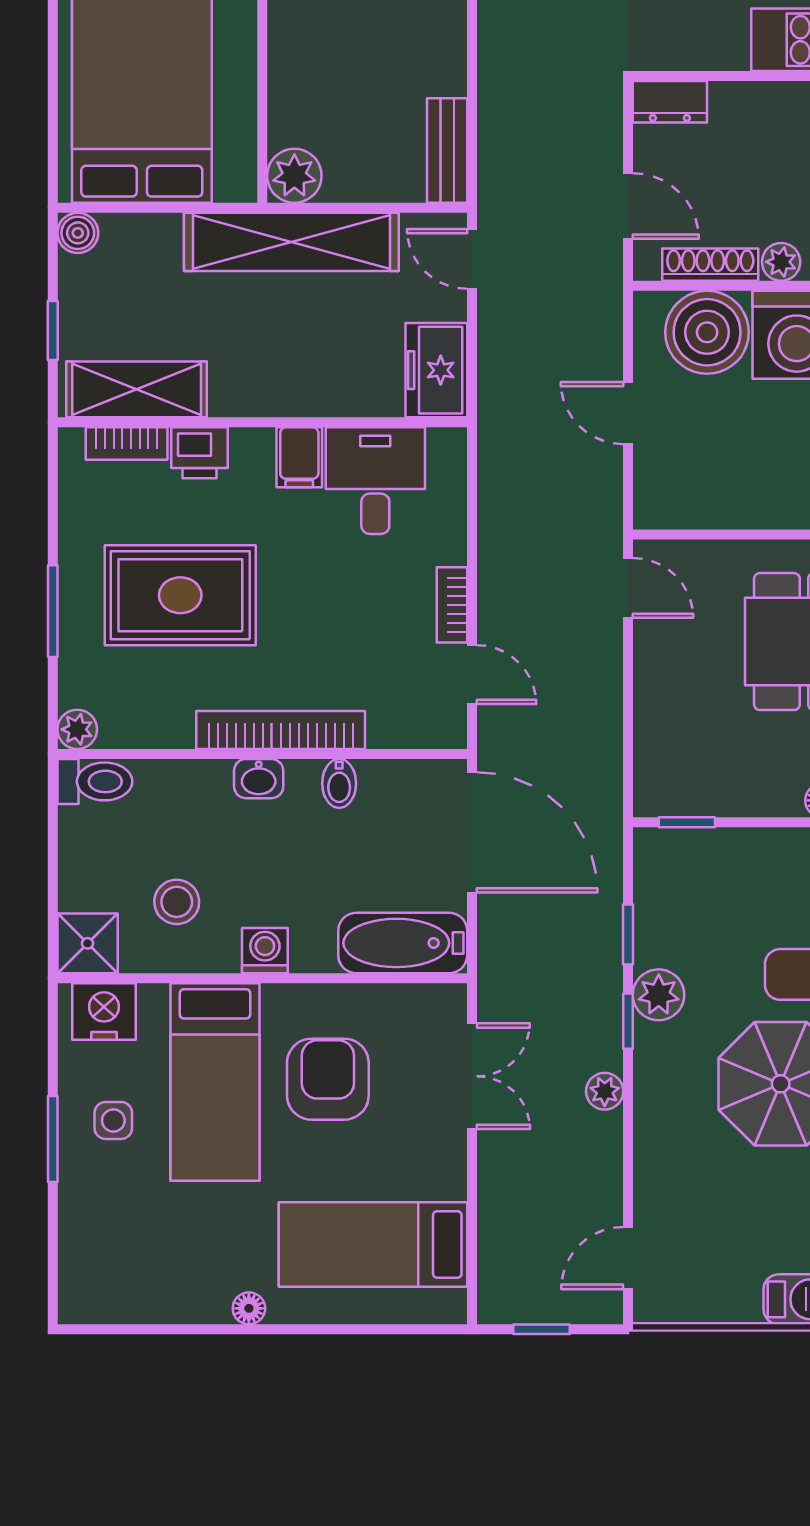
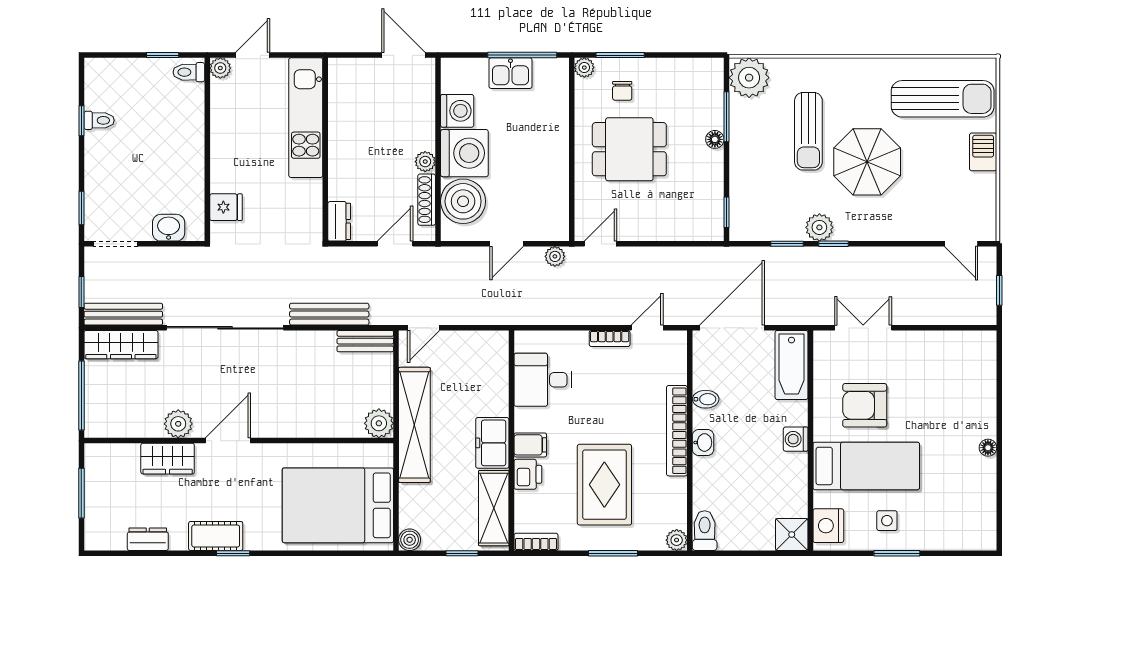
bench: (497, 83) -> (329, 314), added
freezer: (436, 370) -> (492, 443), moved, turned 90
bookcase: (127, 444) -> (536, 542), moved, turned -90
filing cabinet: (299, 457) -> (530, 445), moved
stool: (177, 902) -> (769, 487), removed
plant: (605, 1091) -> (555, 256), moved
bed: (373, 1244) -> (954, 381), removed

